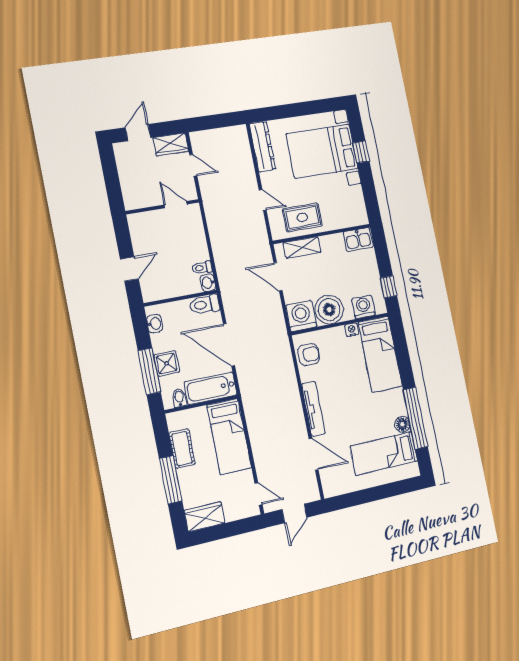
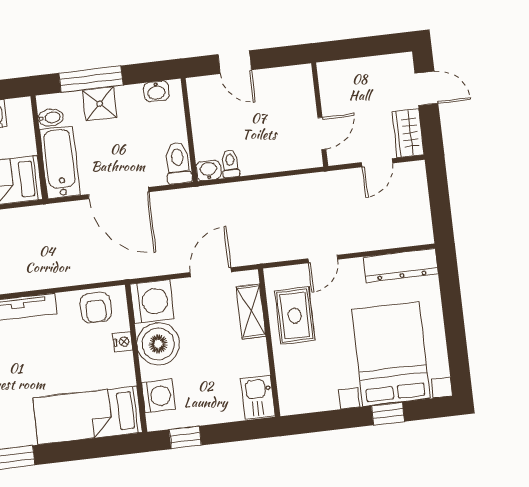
nightstand: (352, 330) -> (123, 342), moved
door: (229, 345) -> (119, 193), swing flipped

